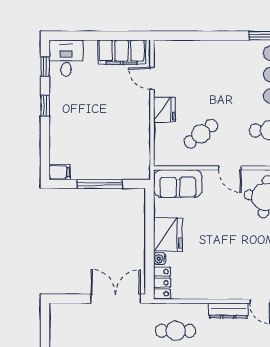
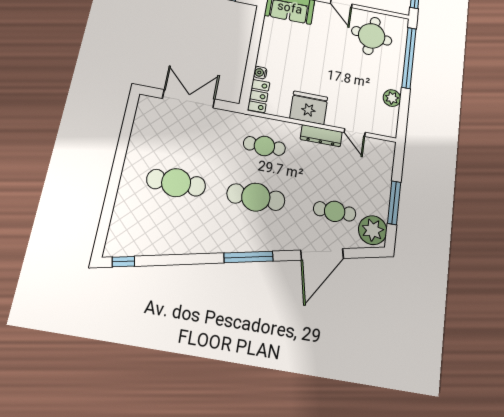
fridge: (168, 234) -> (309, 108), moved, turned -90
double door: (116, 299) -> (189, 99), moved

